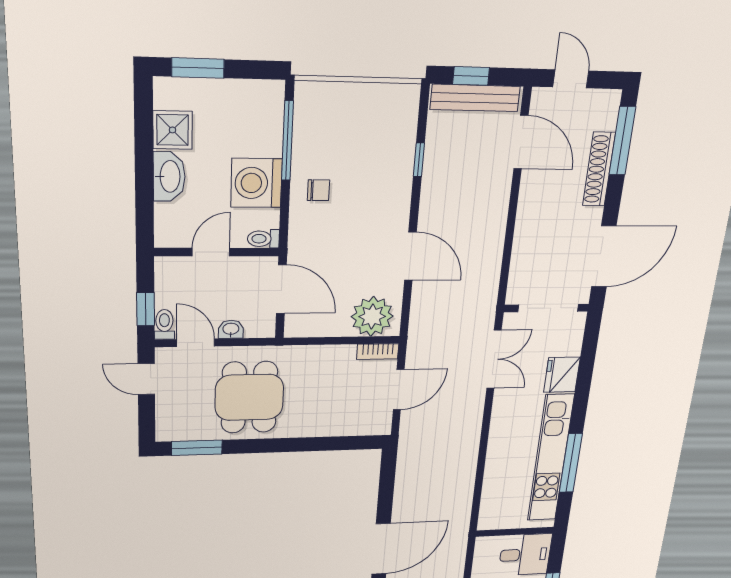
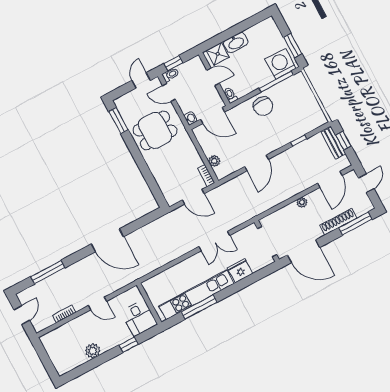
window: (198, 68) -> (293, 45), moved
bench: (475, 98) -> (333, 143), width x0.73
shower: (173, 130) -> (218, 54), moved
washing machine: (256, 183) -> (281, 64), moved
chair: (318, 190) -> (263, 106), width x1.87, depth x1.87
plant: (526, 215) -> (302, 202), added
door: (281, 289) -> (212, 116), hinge flipped
plant: (372, 316) -> (214, 161), width x0.53, depth x0.53
washbasin: (231, 329) -> (190, 118), moved
door: (196, 343) -> (169, 92), swing flipped
double door: (494, 359) -> (214, 241), moved

